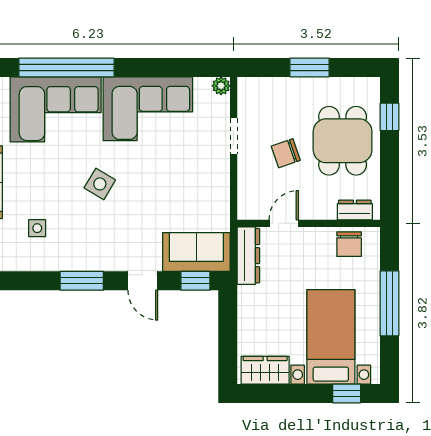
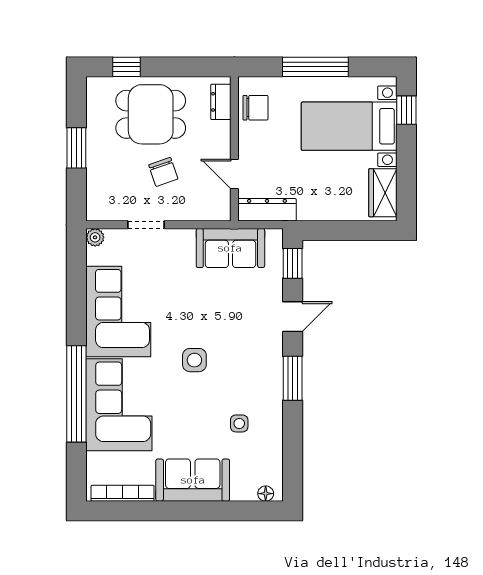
side table: (100, 184) -> (194, 360), turned -31
sofa: (196, 252) -> (230, 248), moved, turned -90

